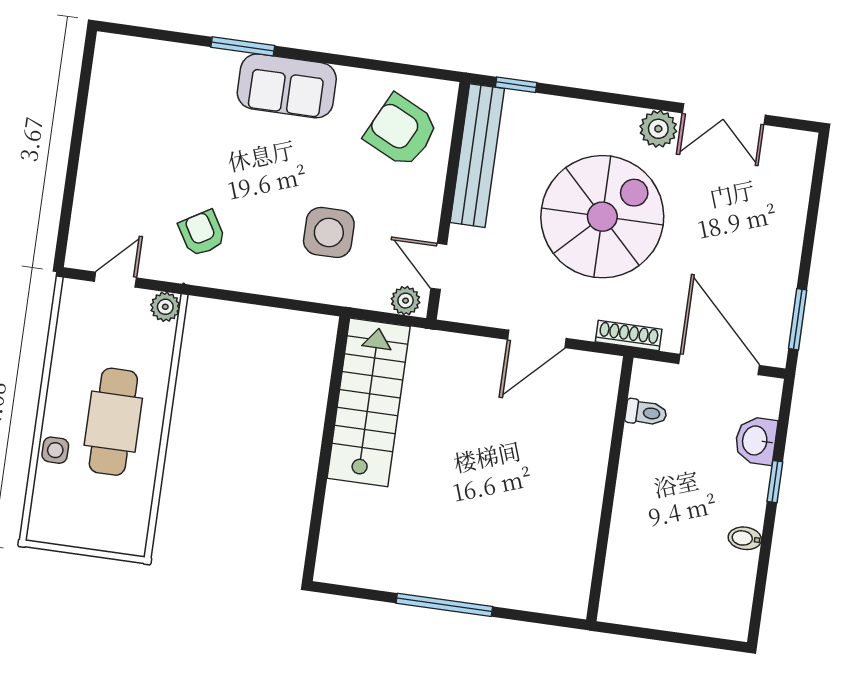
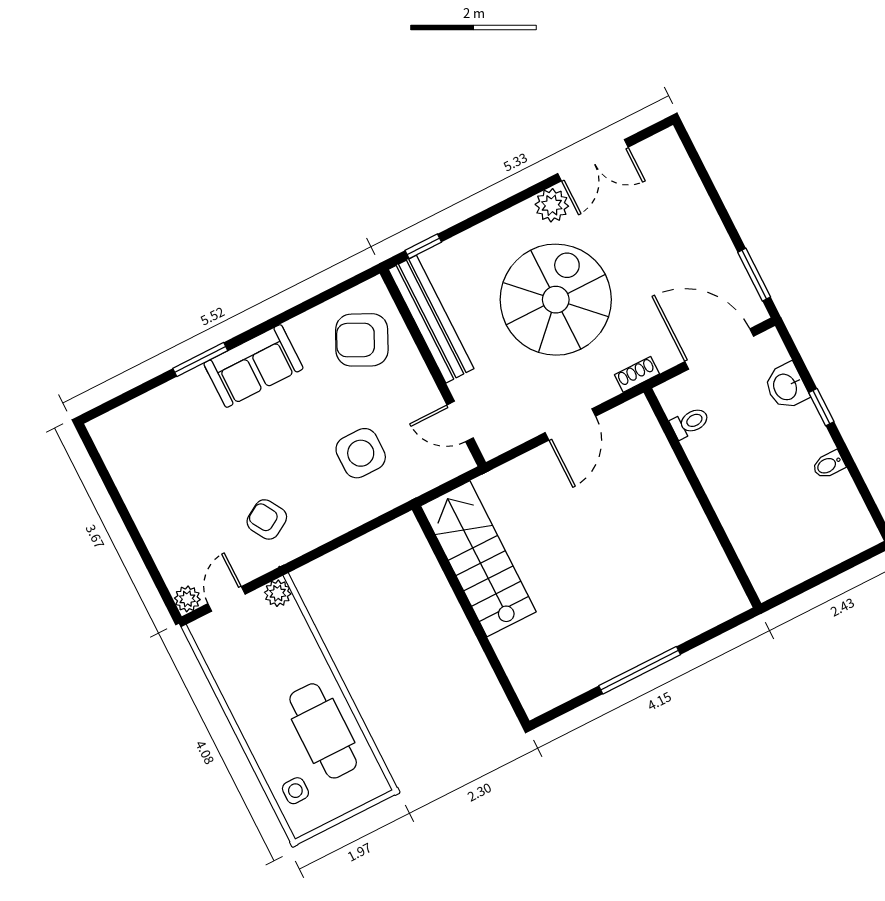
plant: (406, 301) -> (187, 599), moved
shoe rack: (629, 335) -> (637, 374), width x0.70
cafe table: (113, 422) -> (323, 731), moved
side table: (55, 450) -> (295, 791), moved

